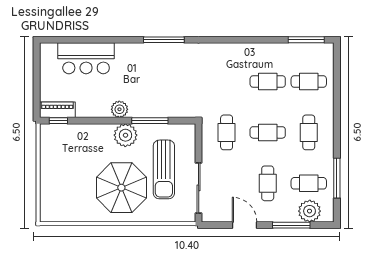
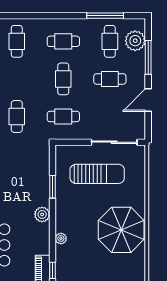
cafe table: (268, 82) -> (17, 117), moved
window: (150, 121) -> (53, 187), width x0.69
plant: (125, 135) -> (61, 239), moved, width x0.53, depth x0.53
parasol: (121, 188) -> (121, 230), moved

